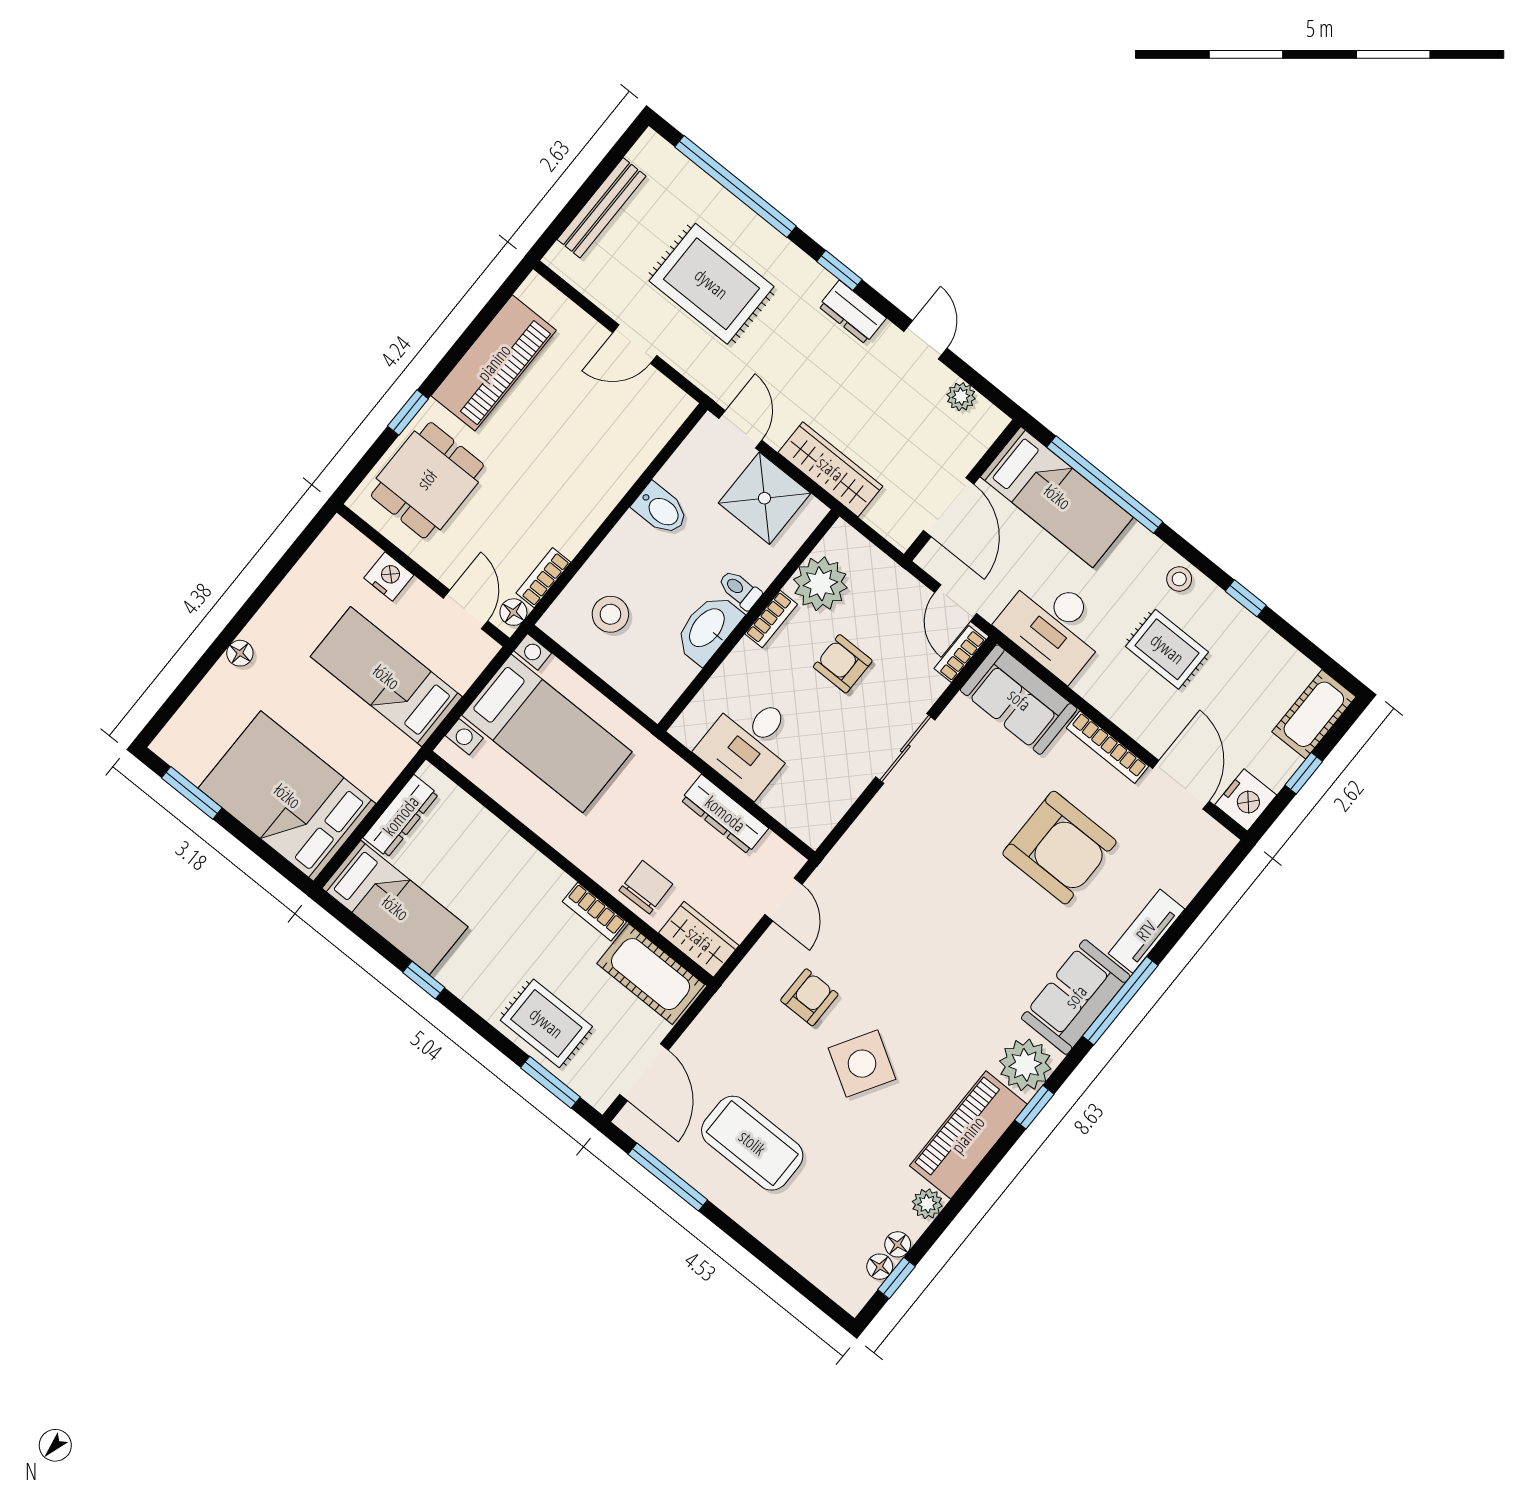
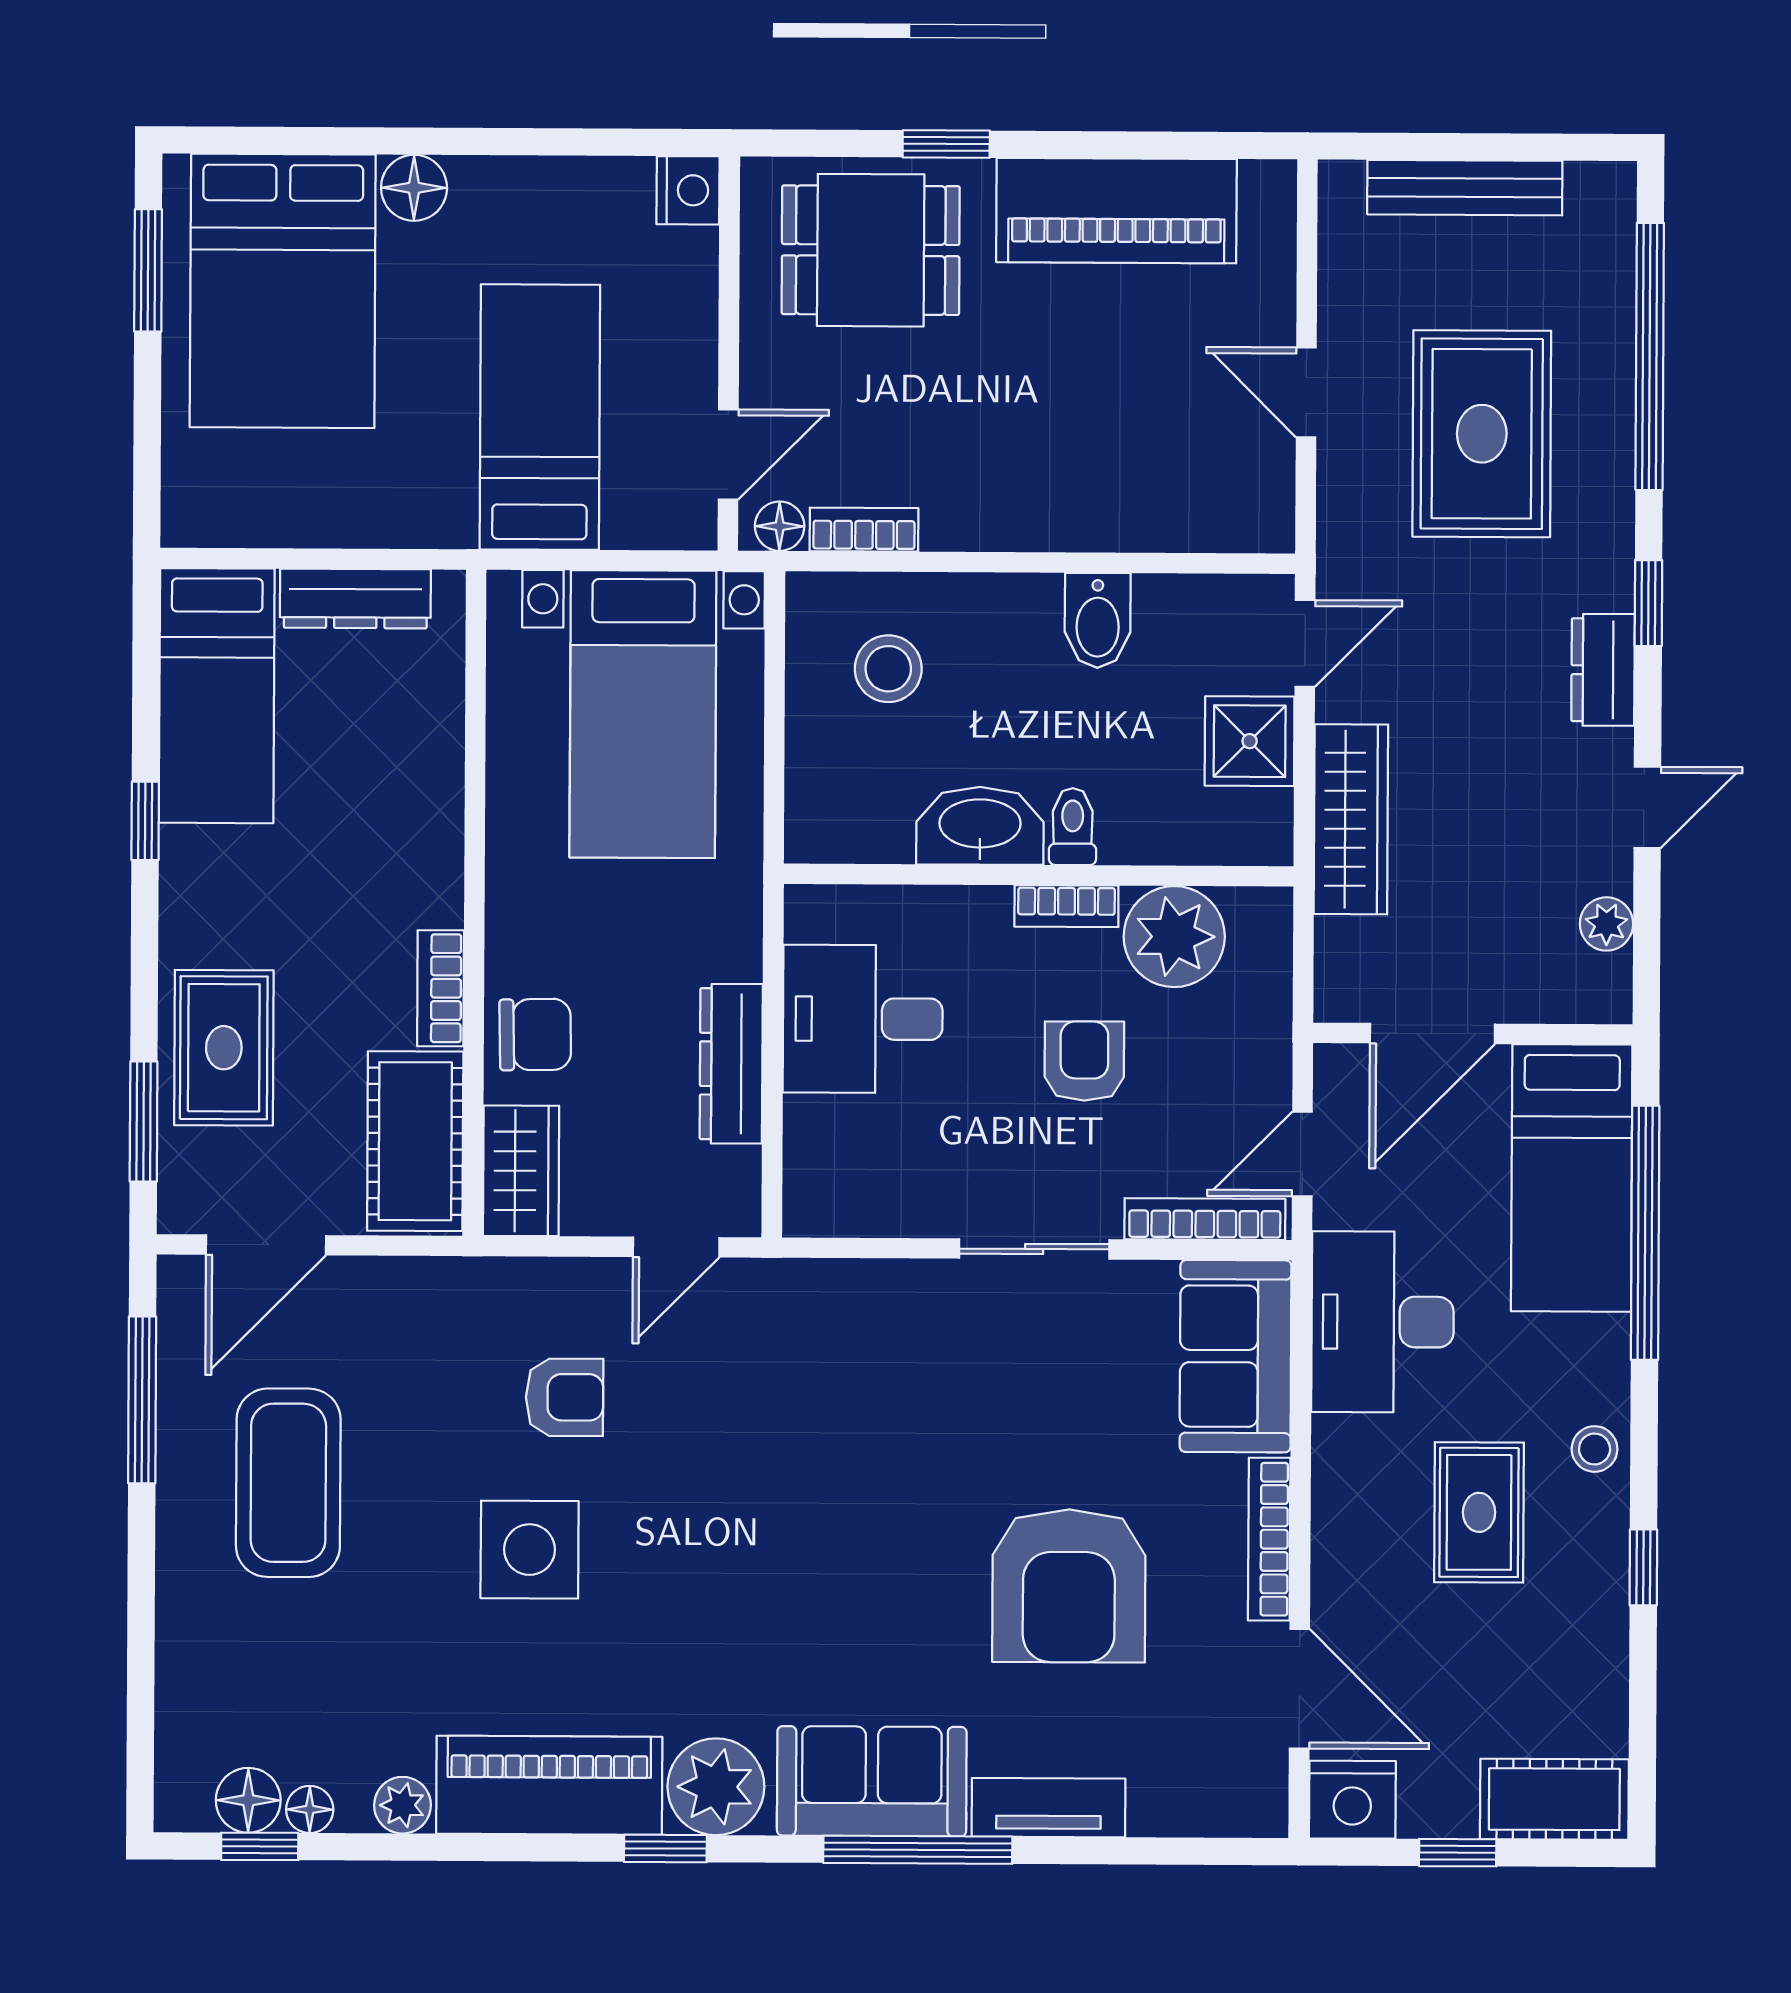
shower: (764, 498) -> (1250, 741), width x0.73, depth x0.73
nightstand: (389, 576) -> (688, 190), moved
floor lamp: (240, 653) -> (414, 188), width x1.37, depth x1.37
bookcase: (960, 654) -> (1205, 1219), width x1.56
door: (1181, 785) -> (1299, 1689), hinge flipped
bed: (287, 796) -> (283, 291), moved, turned 180
side table: (862, 1064) -> (530, 1550), turned -31
floor lamp: (880, 1267) -> (248, 1800), width x1.37, depth x1.37

